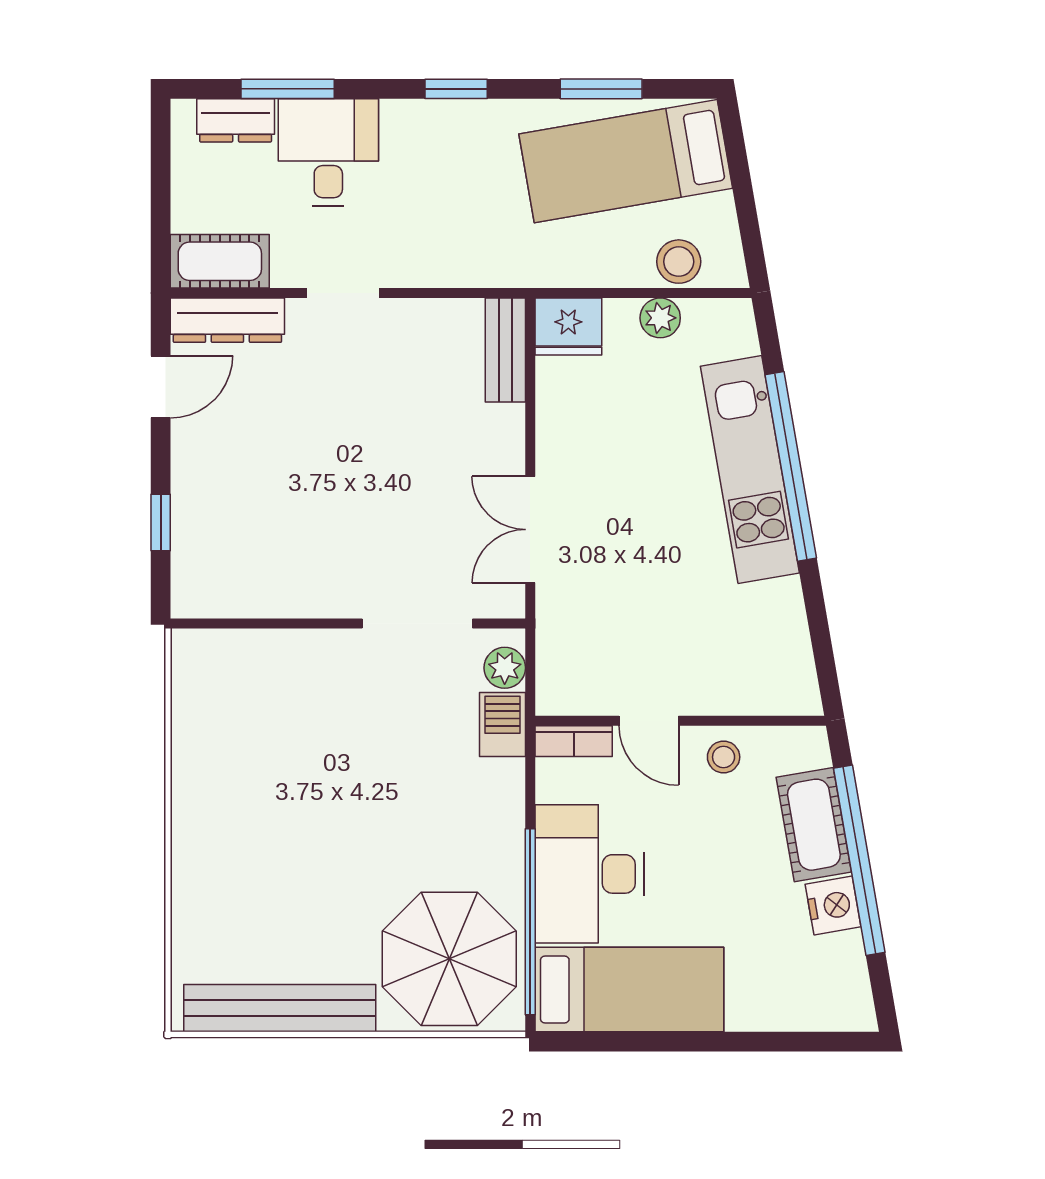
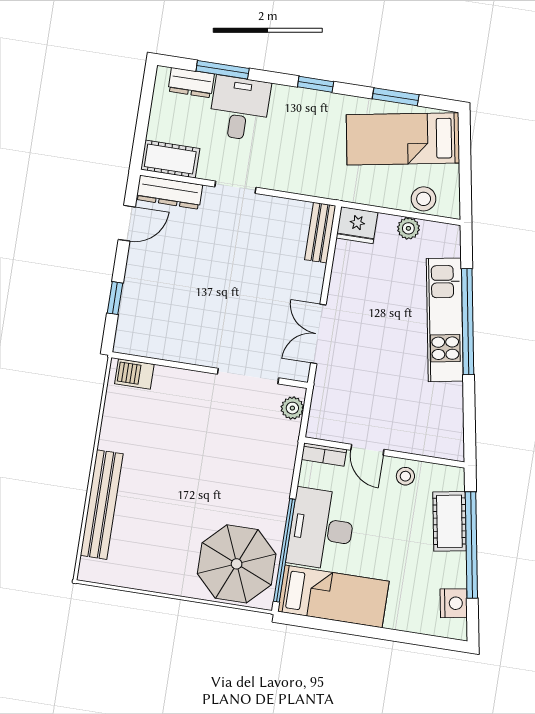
barbecue: (502, 724) -> (134, 374), moved, turned -90
nightstand: (833, 905) -> (454, 603), moved
bench: (280, 1008) -> (102, 505), moved, turned 90

